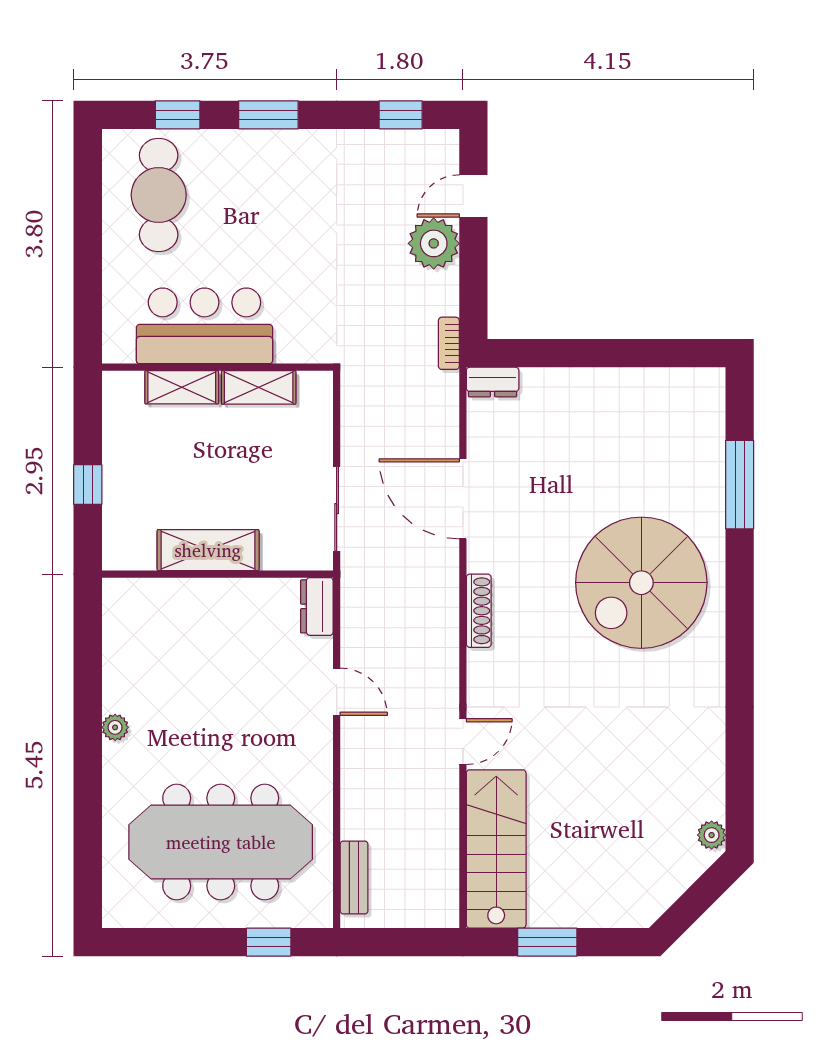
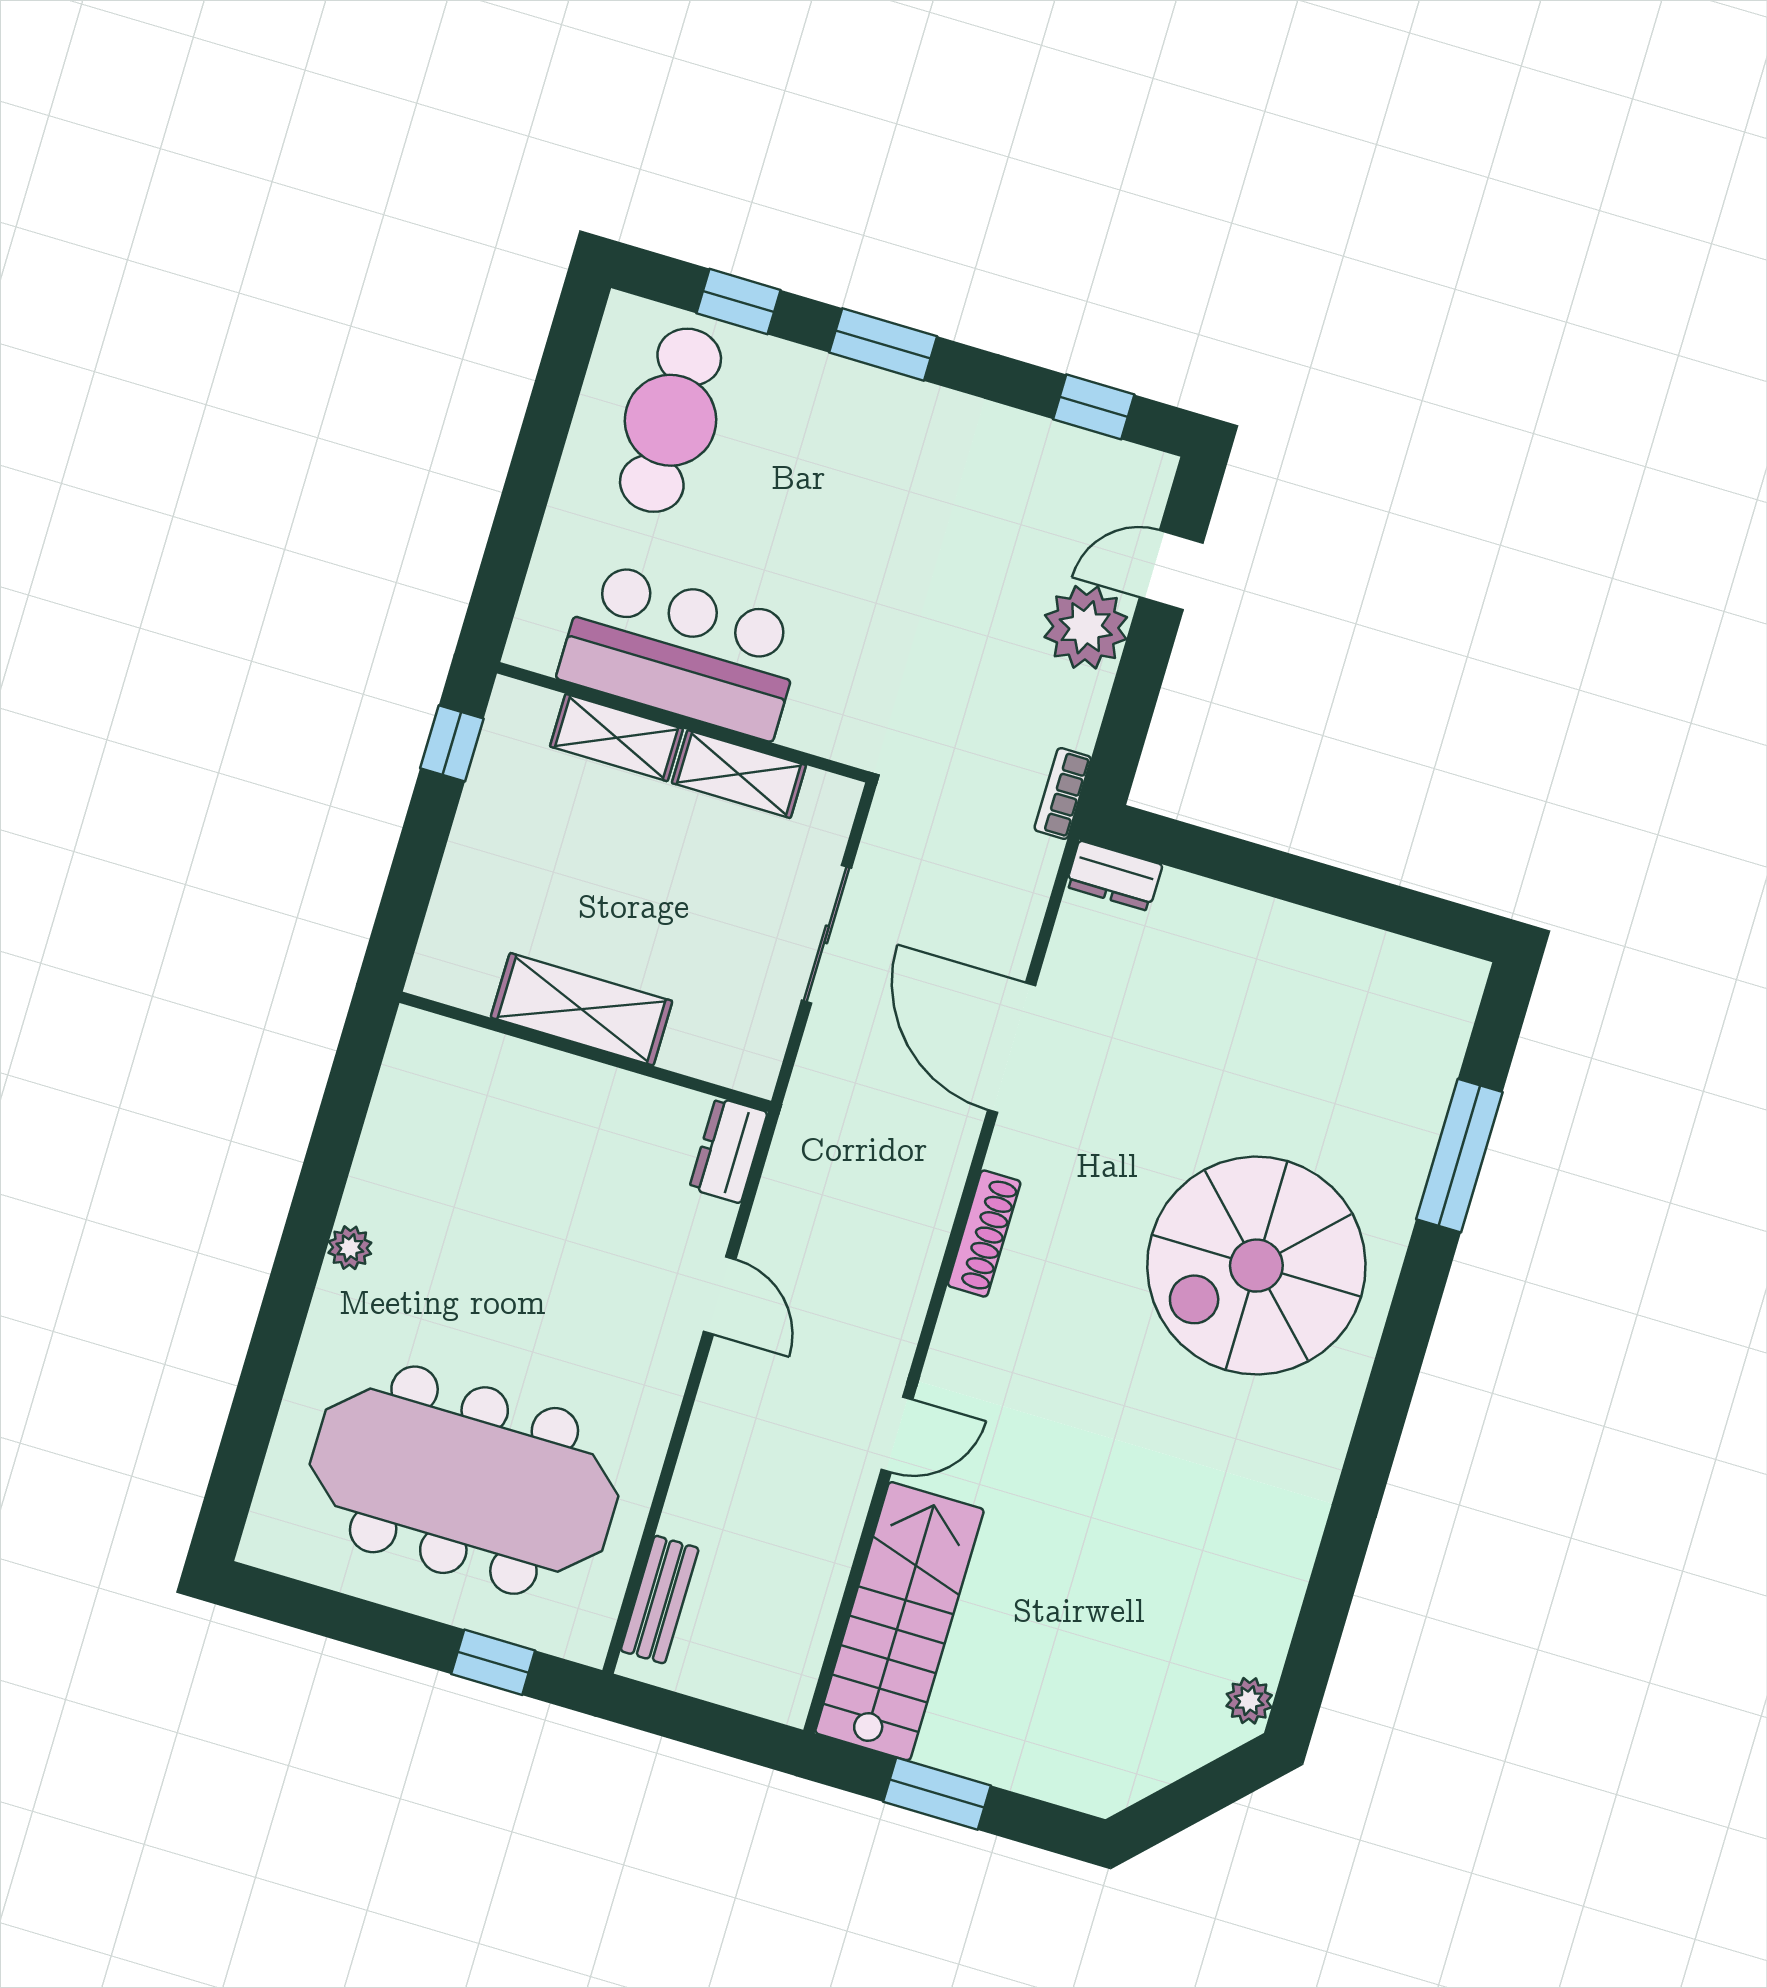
window: (88, 485) -> (452, 743), moved
sliding door: (337, 509) -> (826, 934), moved

